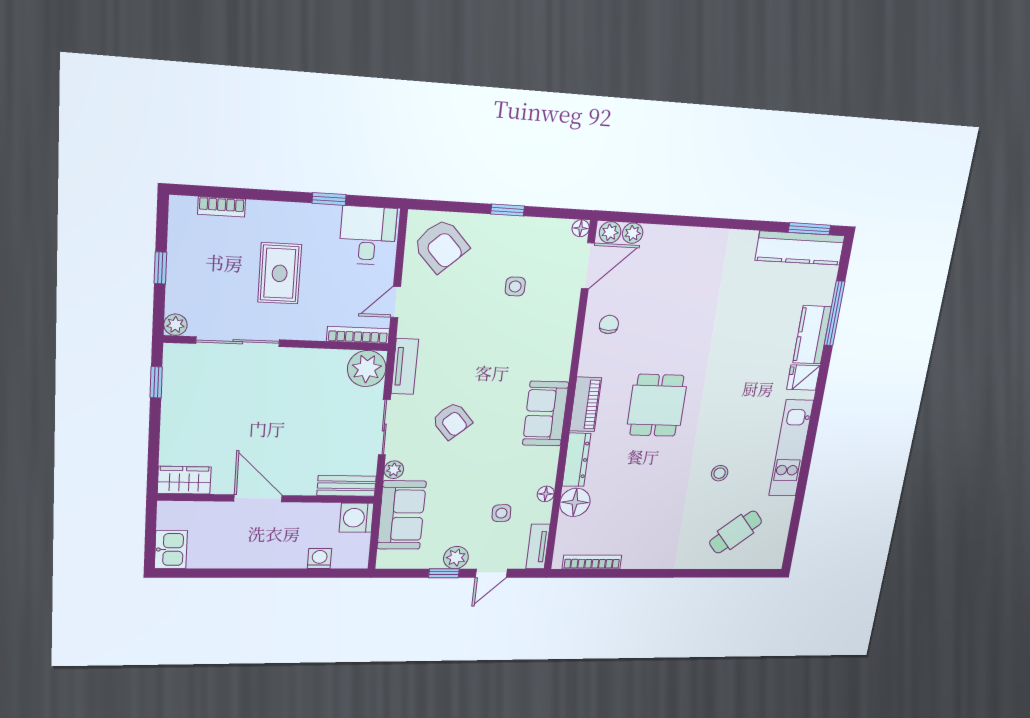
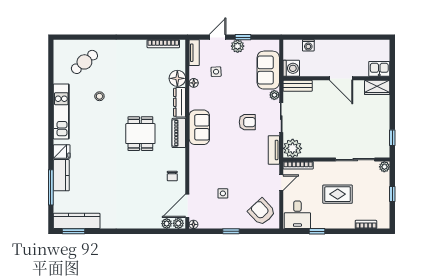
rug: (280, 273) -> (338, 194), turned 90
armchair: (452, 421) -> (247, 122), turned 131
kitchen sink: (171, 549) -> (379, 69), moved, turned 90

